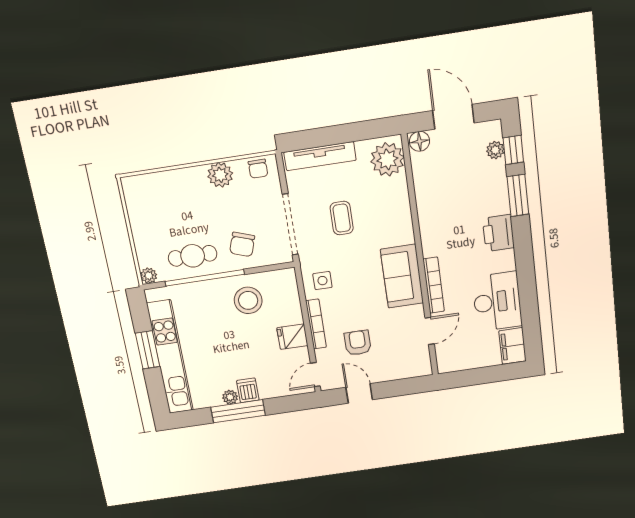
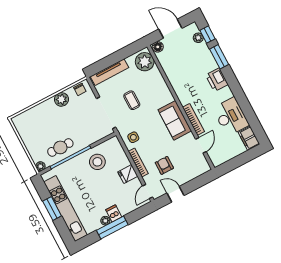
chair: (242, 244) -> (84, 132), removed

